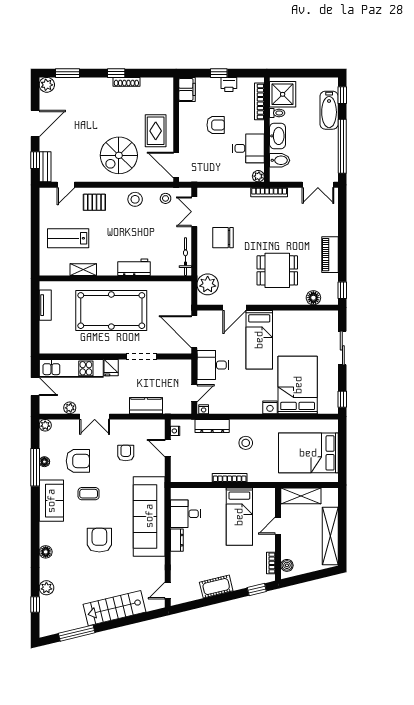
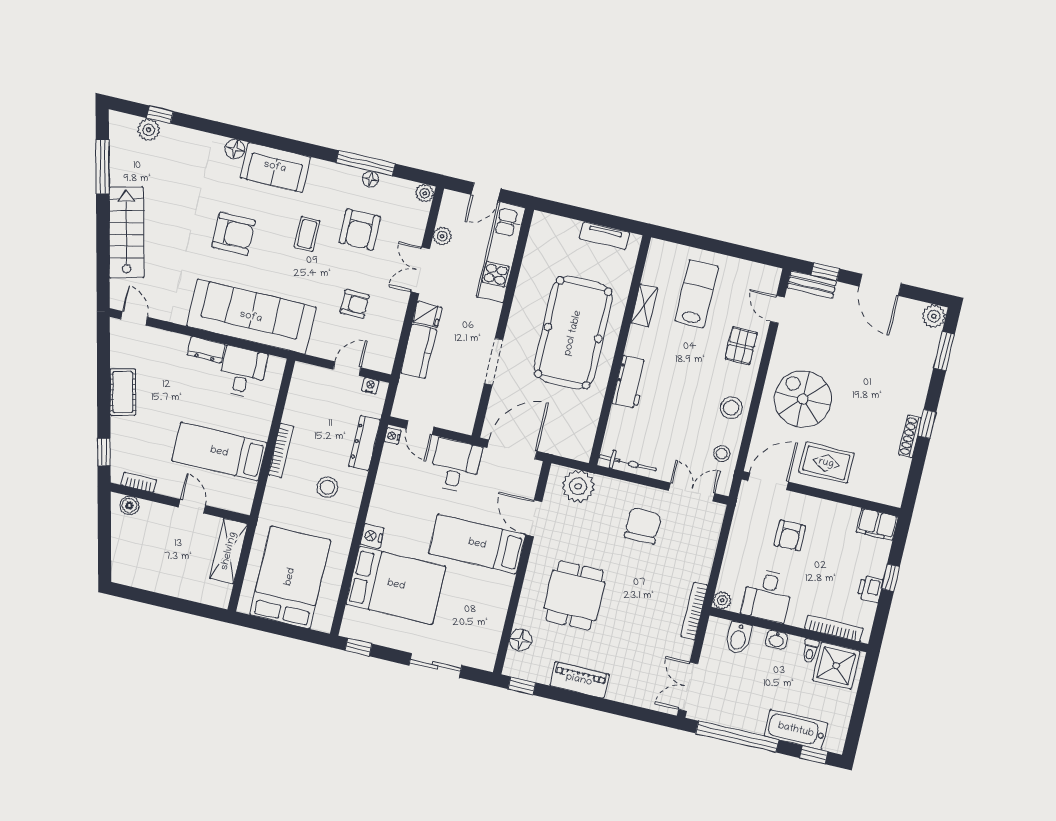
armchair: (216, 125) -> (790, 536), moved
washbasin: (278, 136) -> (777, 640), width x0.52, depth x0.69
fridge: (111, 368) -> (427, 315), moved, turned 180
sofa: (51, 501) -> (275, 167), moved
shelving: (330, 536) -> (158, 581), removed
plant: (46, 588) -> (149, 130), moved

